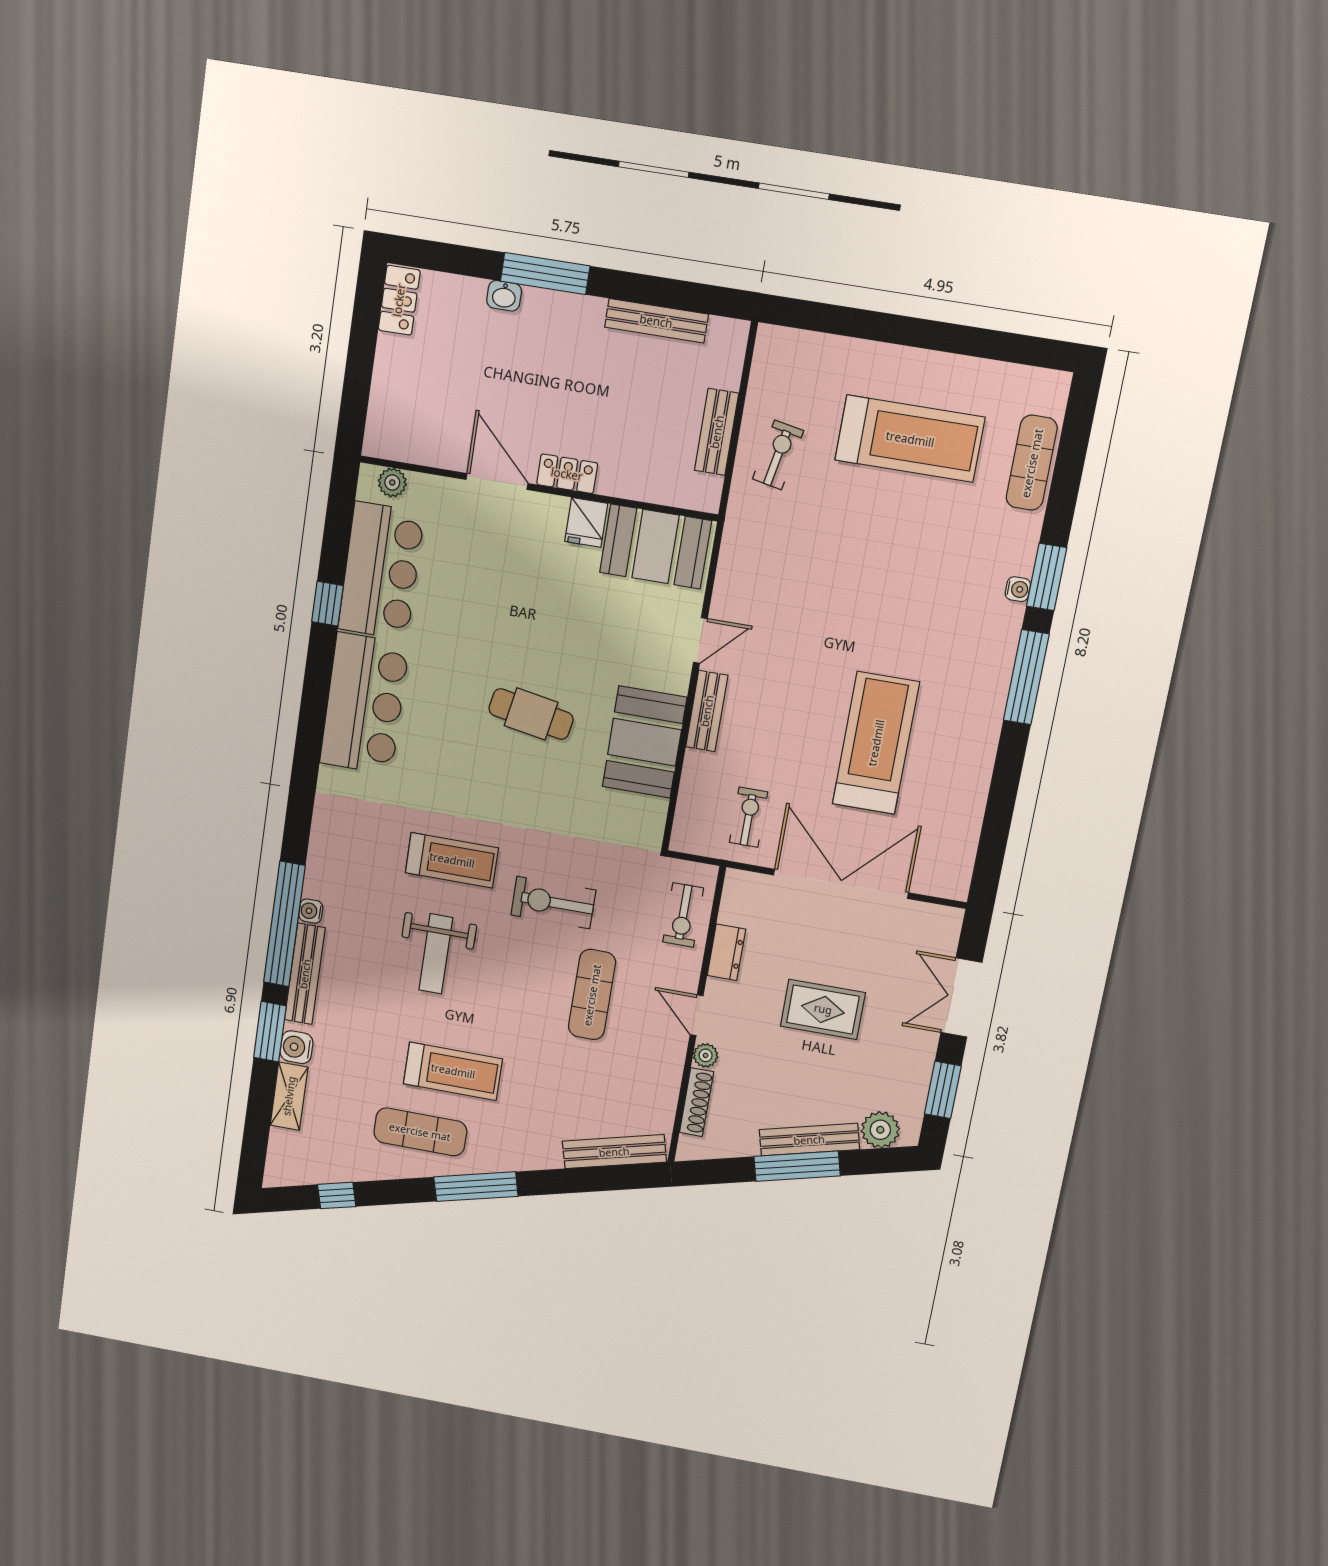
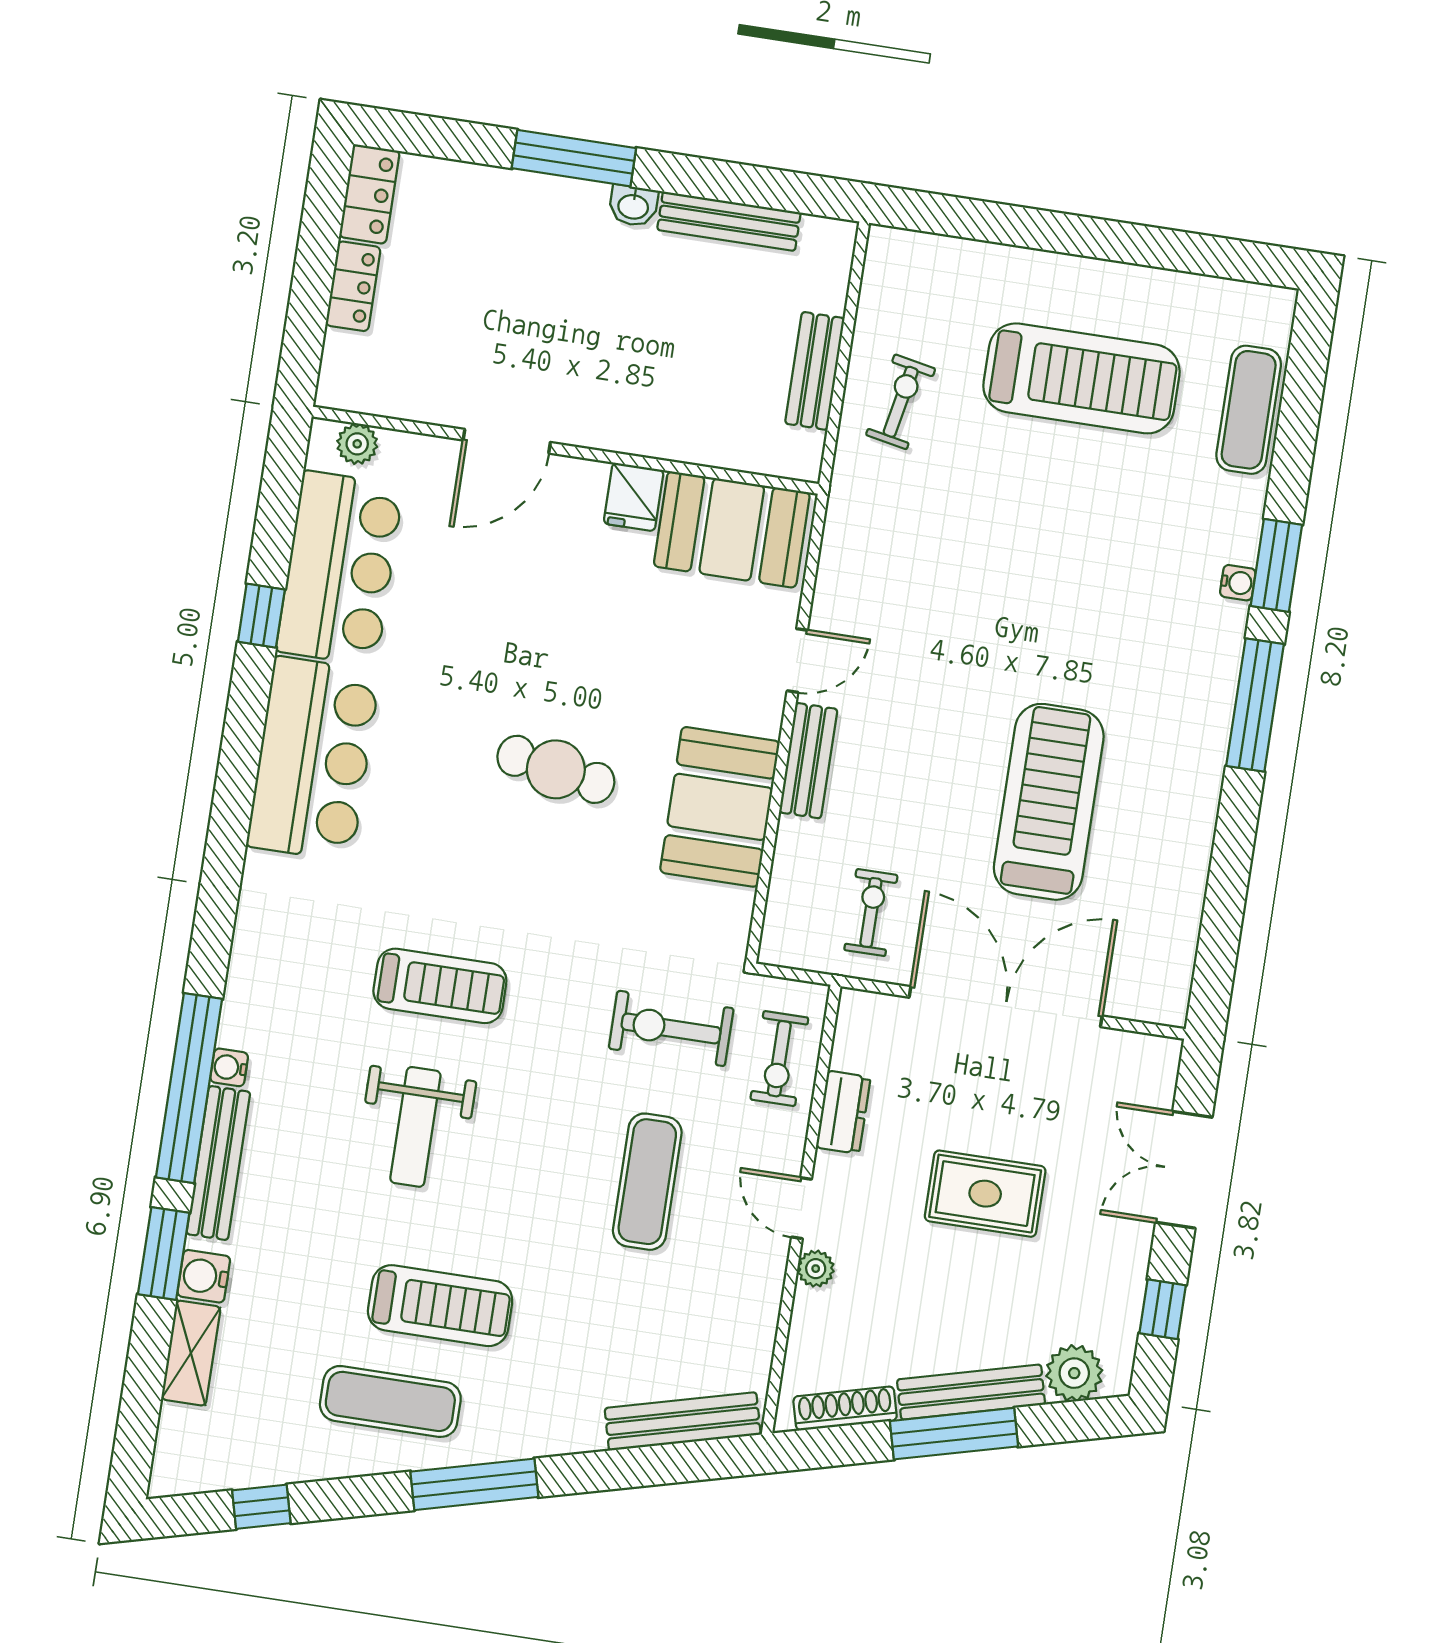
washbasin: (504, 296) -> (633, 206), moved
locker: (567, 474) -> (353, 286), moved, turned 90
door: (497, 481) -> (507, 441), swing flipped
exercise bike: (553, 903) -> (671, 1028), moved
window: (943, 1090) -> (1163, 1309), width x0.67
shoe rack: (696, 1102) -> (845, 1408), moved, turned -105

